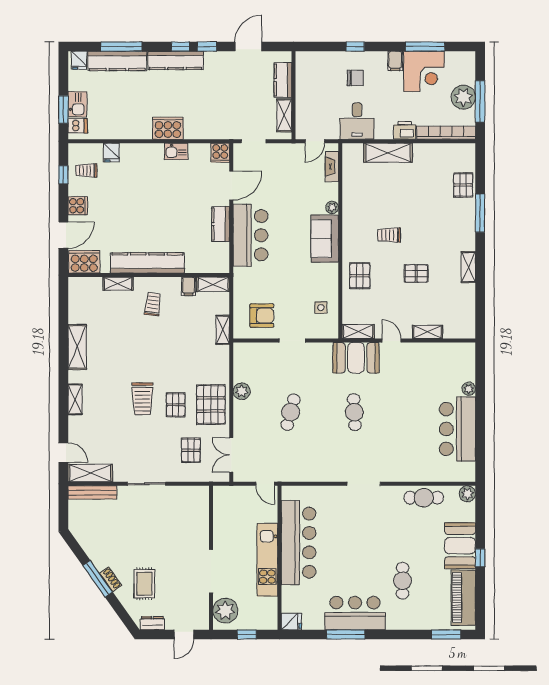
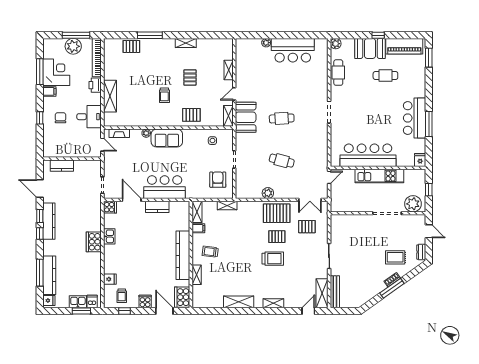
kitchen counter: (176, 60) -> (49, 221), moved
shelving: (284, 115) -> (85, 165), removed
cafe table: (403, 581) -> (385, 75), moved

